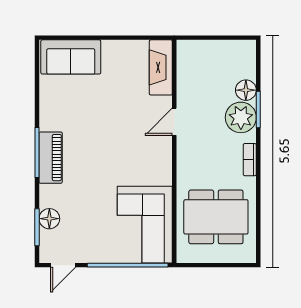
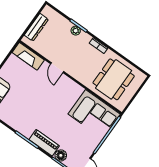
dresser: (212, 49) -> (36, 27), added
floor lamp: (246, 90) -> (66, 25), removed
plant: (241, 117) -> (76, 31), width x0.53, depth x0.53
piano: (51, 158) -> (44, 143), moved

